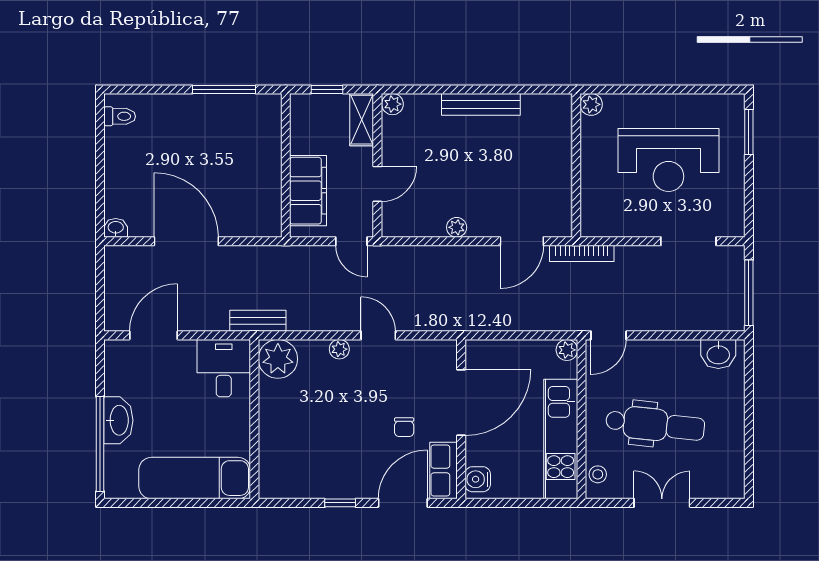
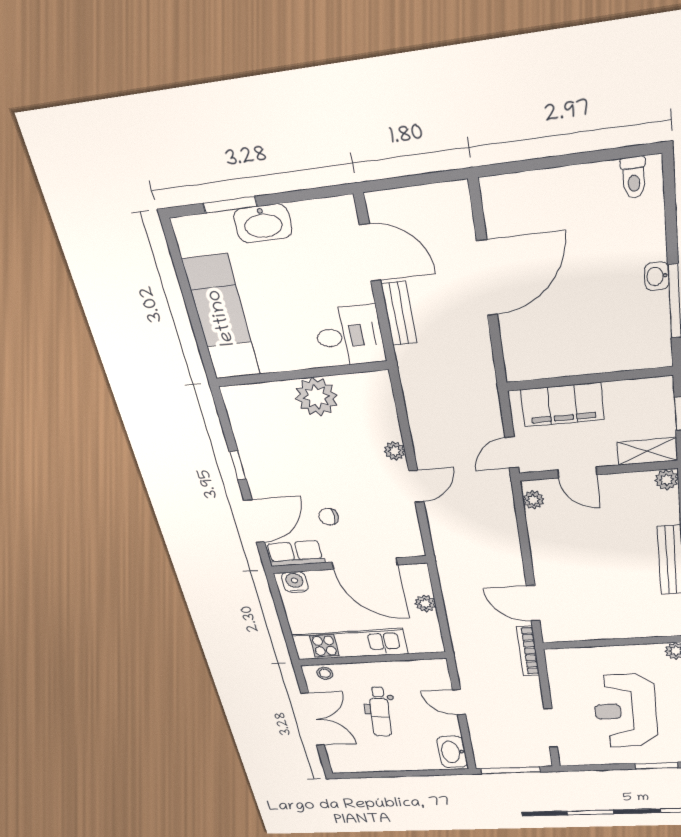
plant: (457, 227) -> (533, 500), moved
washbasin: (116, 228) -> (657, 276), moved, turned 180
bench: (258, 321) -> (399, 314), moved
door: (609, 335) -> (459, 702), moved
plant: (567, 350) -> (425, 603), moved
washbasin: (718, 354) -> (452, 752), width x1.38
plant: (278, 359) -> (317, 397), moved
dental chair: (655, 425) -> (380, 712), width x0.73, depth x0.72
window: (100, 444) -> (230, 205), width x0.47
door: (403, 503) -> (254, 521), hinge flipped
double door: (662, 503) -> (313, 719), width x1.37

